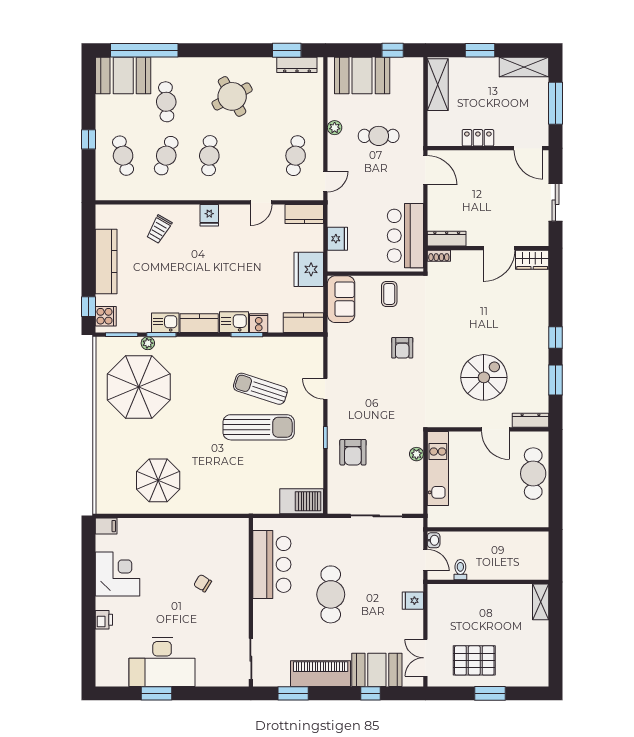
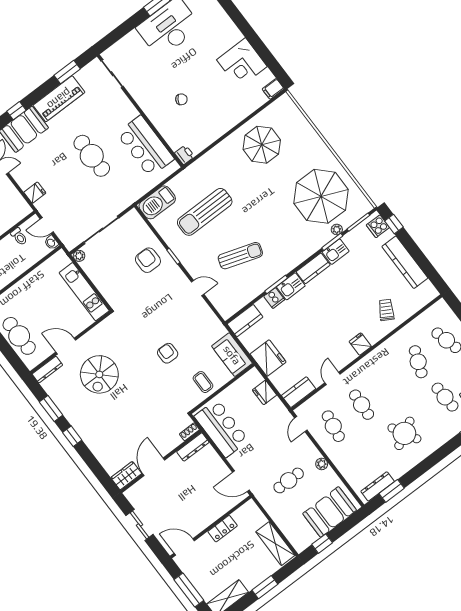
cafe table: (209, 156) -> (362, 405), moved
sun lounger: (259, 427) -> (205, 212), moved
plant: (416, 454) -> (79, 256), moved
printer: (104, 620) -> (185, 155), moved, turned 180

